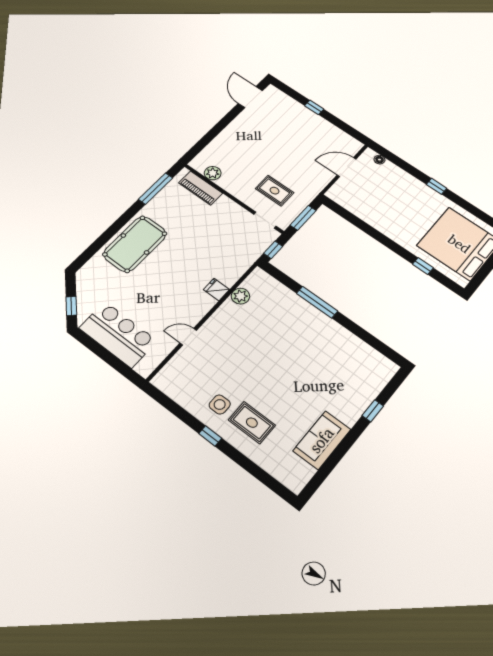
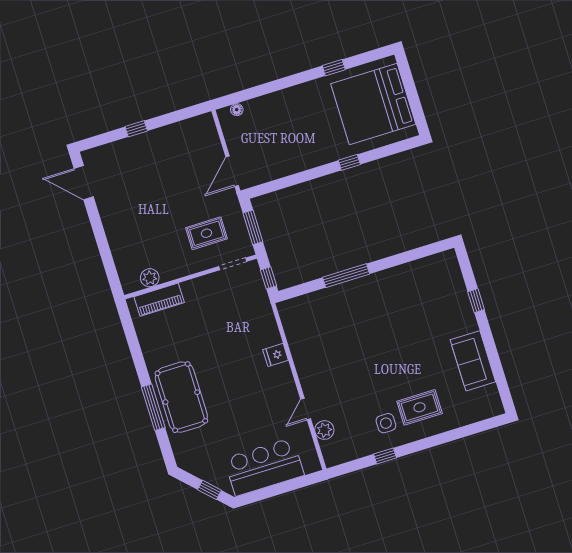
door: (347, 167) -> (232, 171), moved
window: (436, 186) -> (334, 68), moved
window: (156, 189) -> (153, 407), moved
window: (423, 266) -> (349, 162), moved
plant: (240, 296) -> (324, 430), moved
window: (210, 436) -> (385, 456), moved

